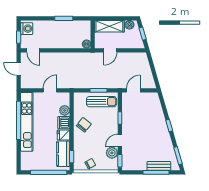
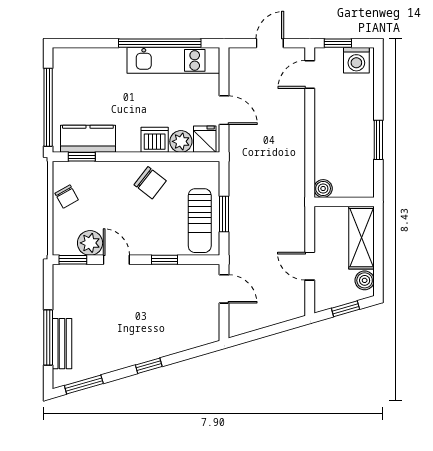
door: (110, 50) -> (310, 266), moved
kitchen unit: (27, 122) -> (173, 60), width x0.73
fridge: (64, 135) -> (205, 139), moved

